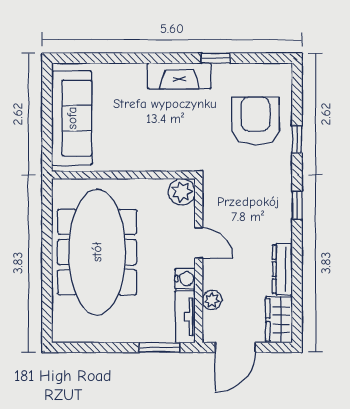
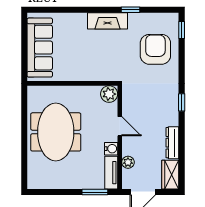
window: (297, 139) -> (182, 30), moved
meeting table: (97, 252) -> (56, 132), width x0.73

